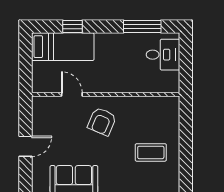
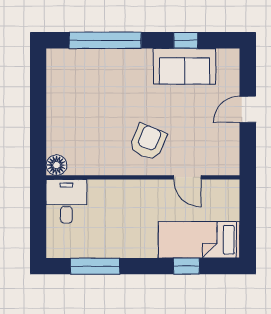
desk: (163, 55) -> (66, 201), moved, turned 90
floor lamp: (172, 104) -> (56, 165), added
coffee table: (151, 152) -> (84, 101), removed

